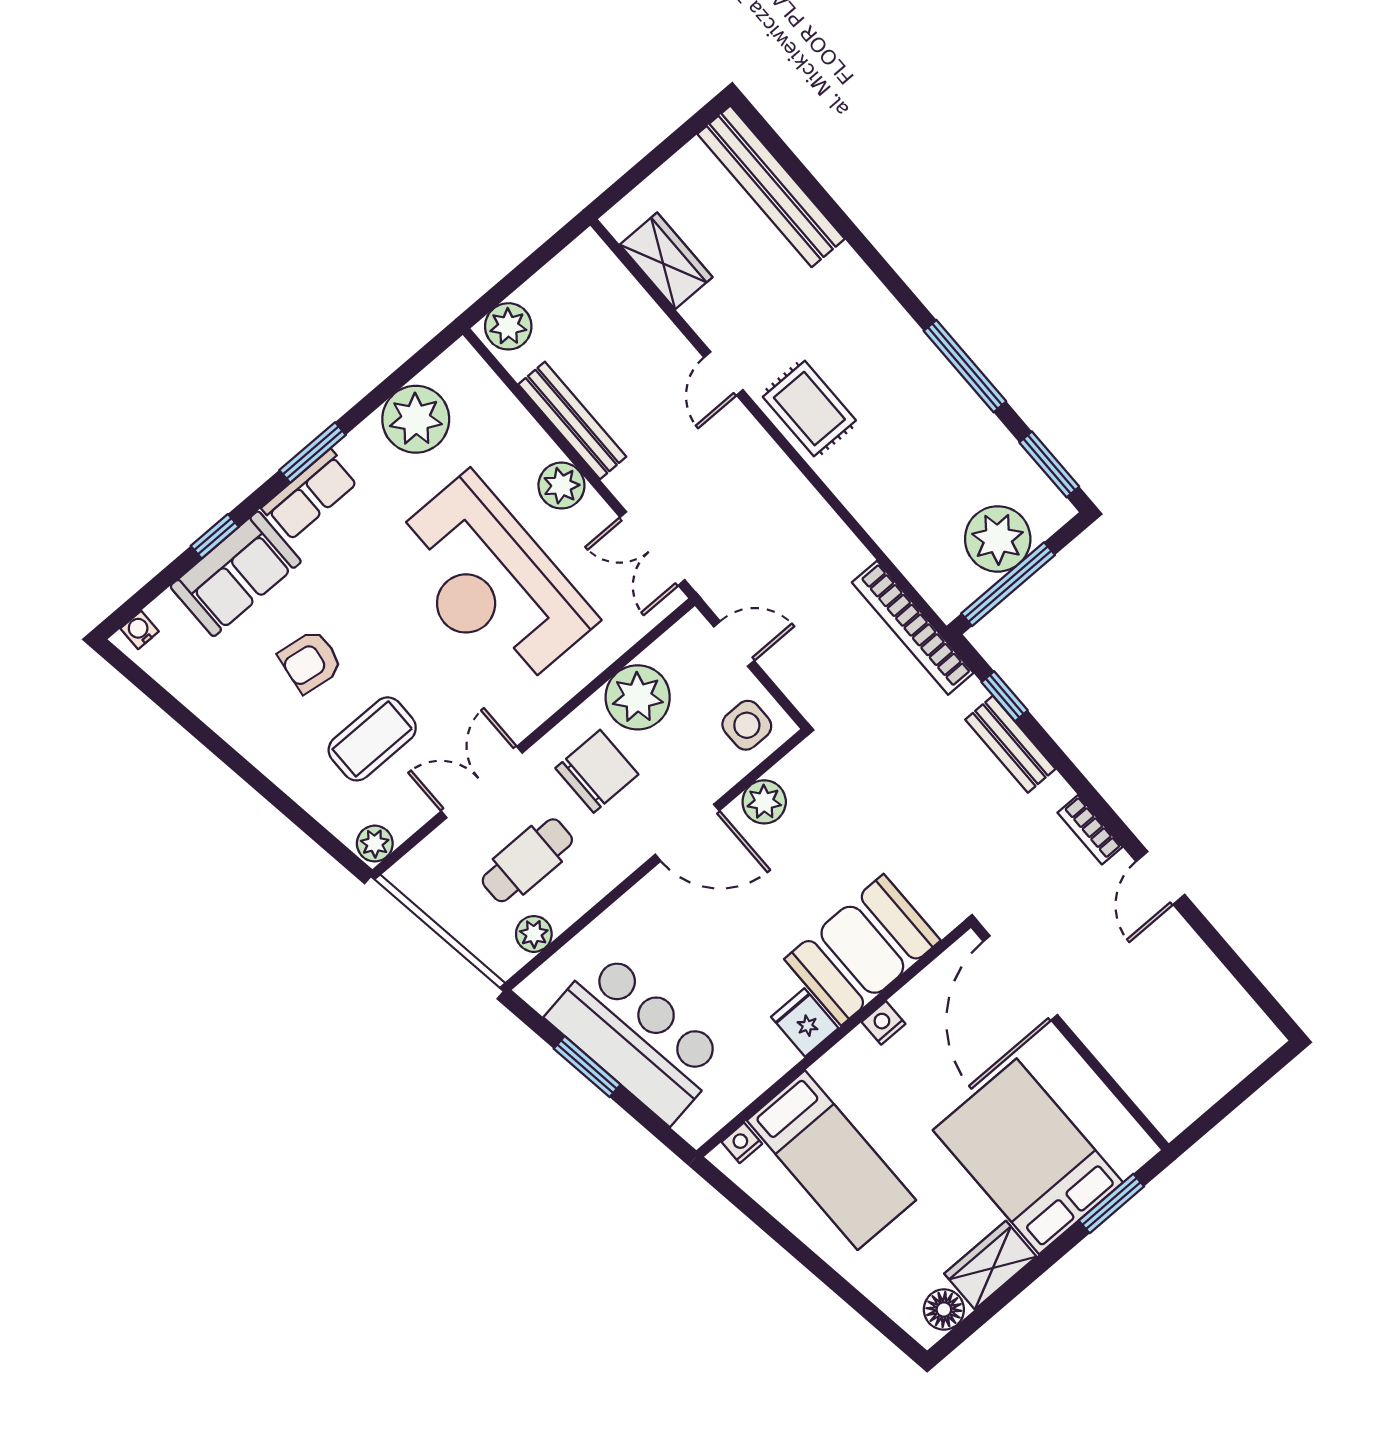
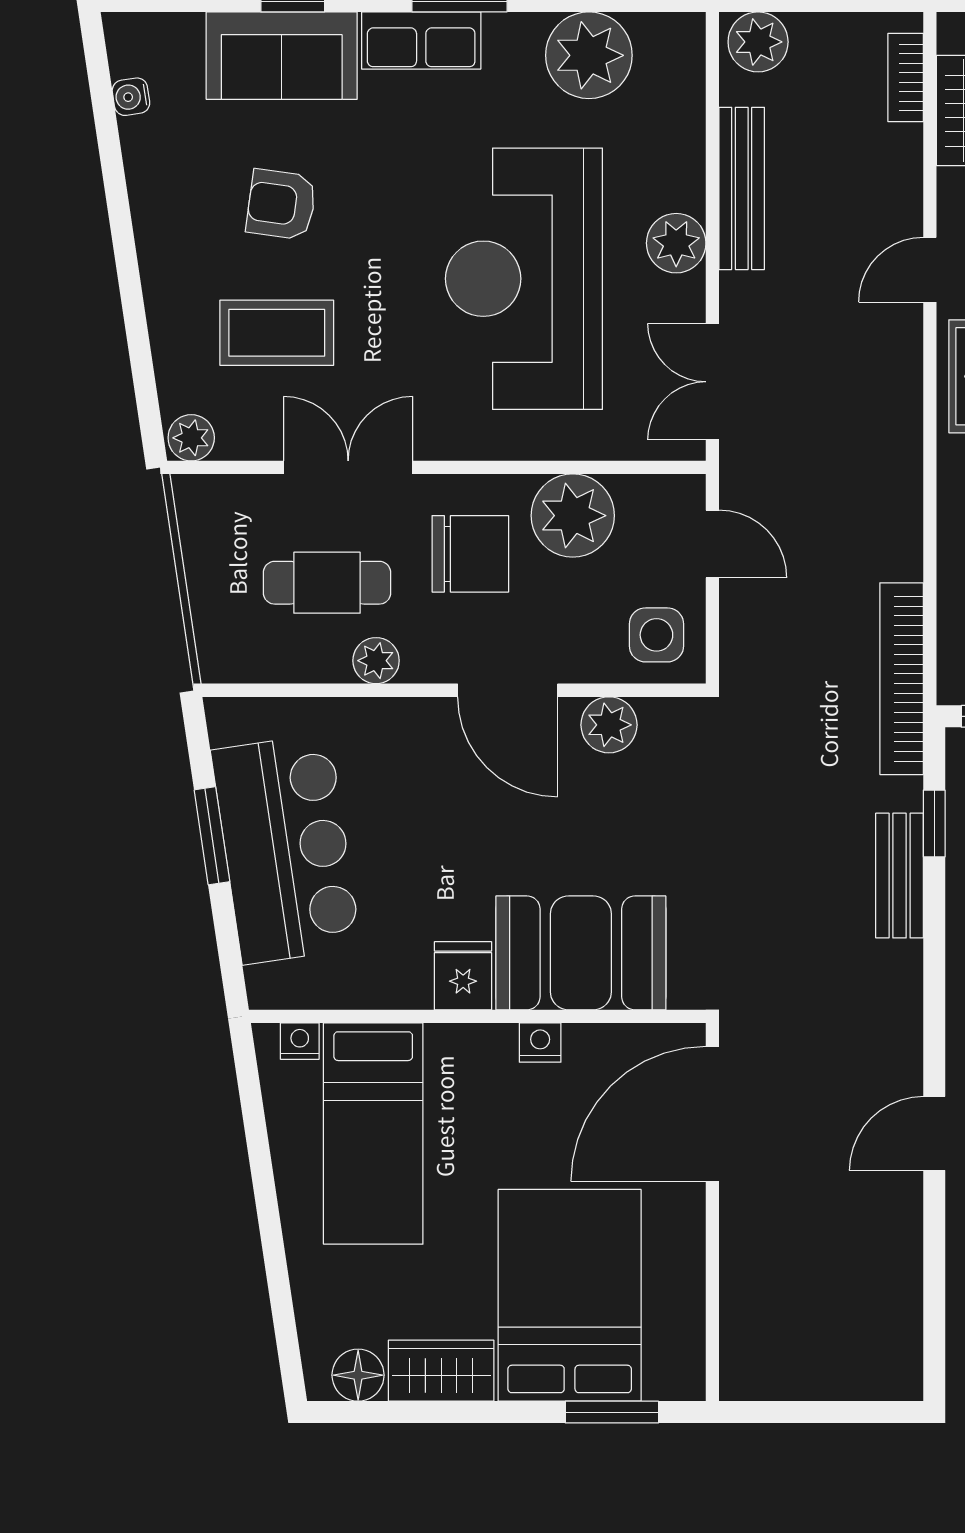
water cooler: (140, 630) -> (131, 97), moved, turned -98
bookcase: (1090, 830) -> (906, 78), moved
plant: (534, 934) -> (376, 661), moved

